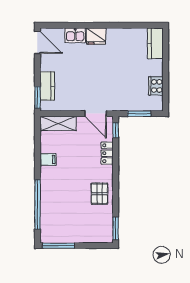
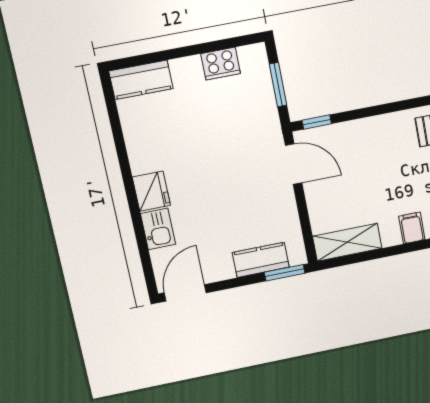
door: (96, 114) -> (294, 164), hinge flipped
shelving: (58, 123) -> (347, 242), moved, turned 90
locker: (107, 153) -> (361, 129), removed
filing cabinet: (48, 159) -> (412, 228), moved

